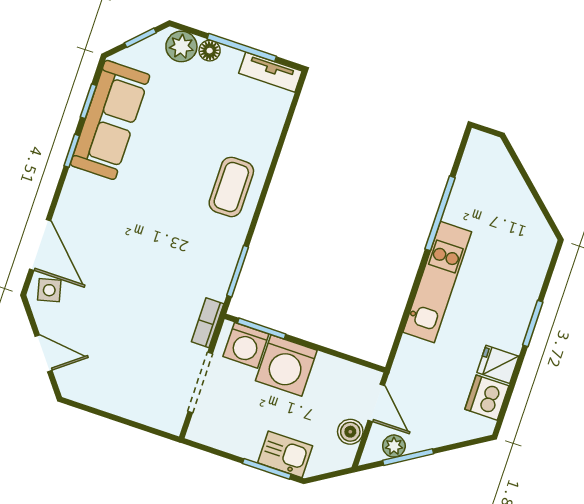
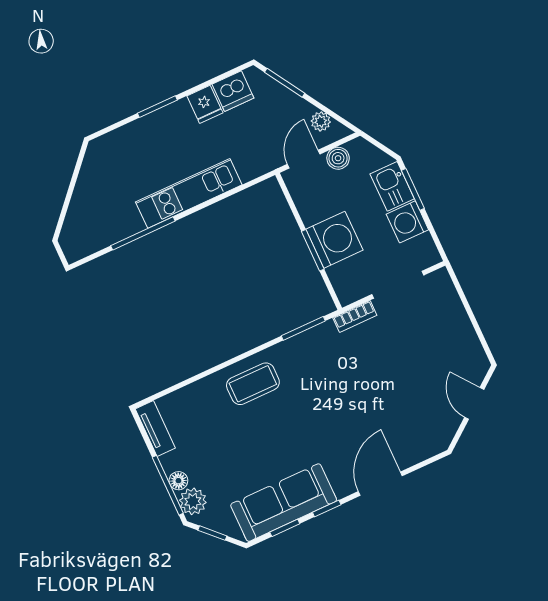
window: (242, 48) -> (168, 485), moved
door: (40, 245) -> (380, 484), moved
side table: (49, 290) -> (430, 438), removed
window: (262, 329) -> (313, 250), moved
washing machine: (246, 345) -> (407, 222), moved, turned 180
window: (408, 457) -> (285, 83), moved

